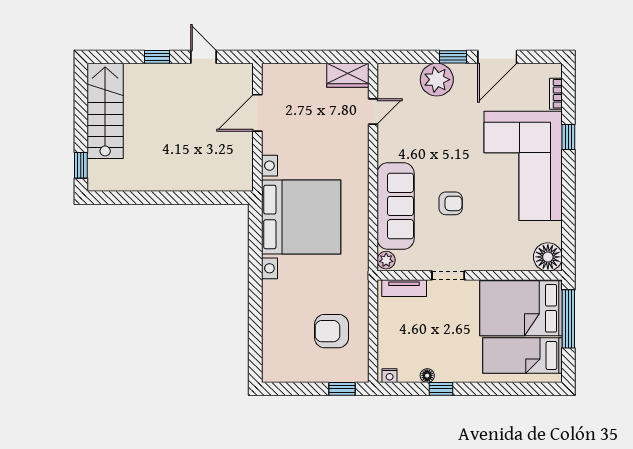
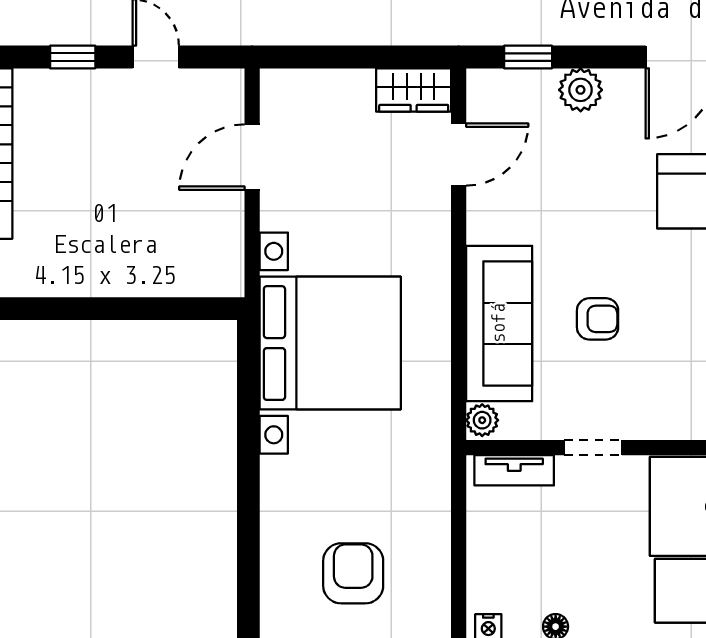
window: (453, 57) -> (528, 57), moved
plant: (437, 80) -> (581, 90), width x0.73, depth x0.73
door: (373, 111) -> (459, 155), width x1.38
armchair: (332, 331) -> (353, 573), moved, turned 90

